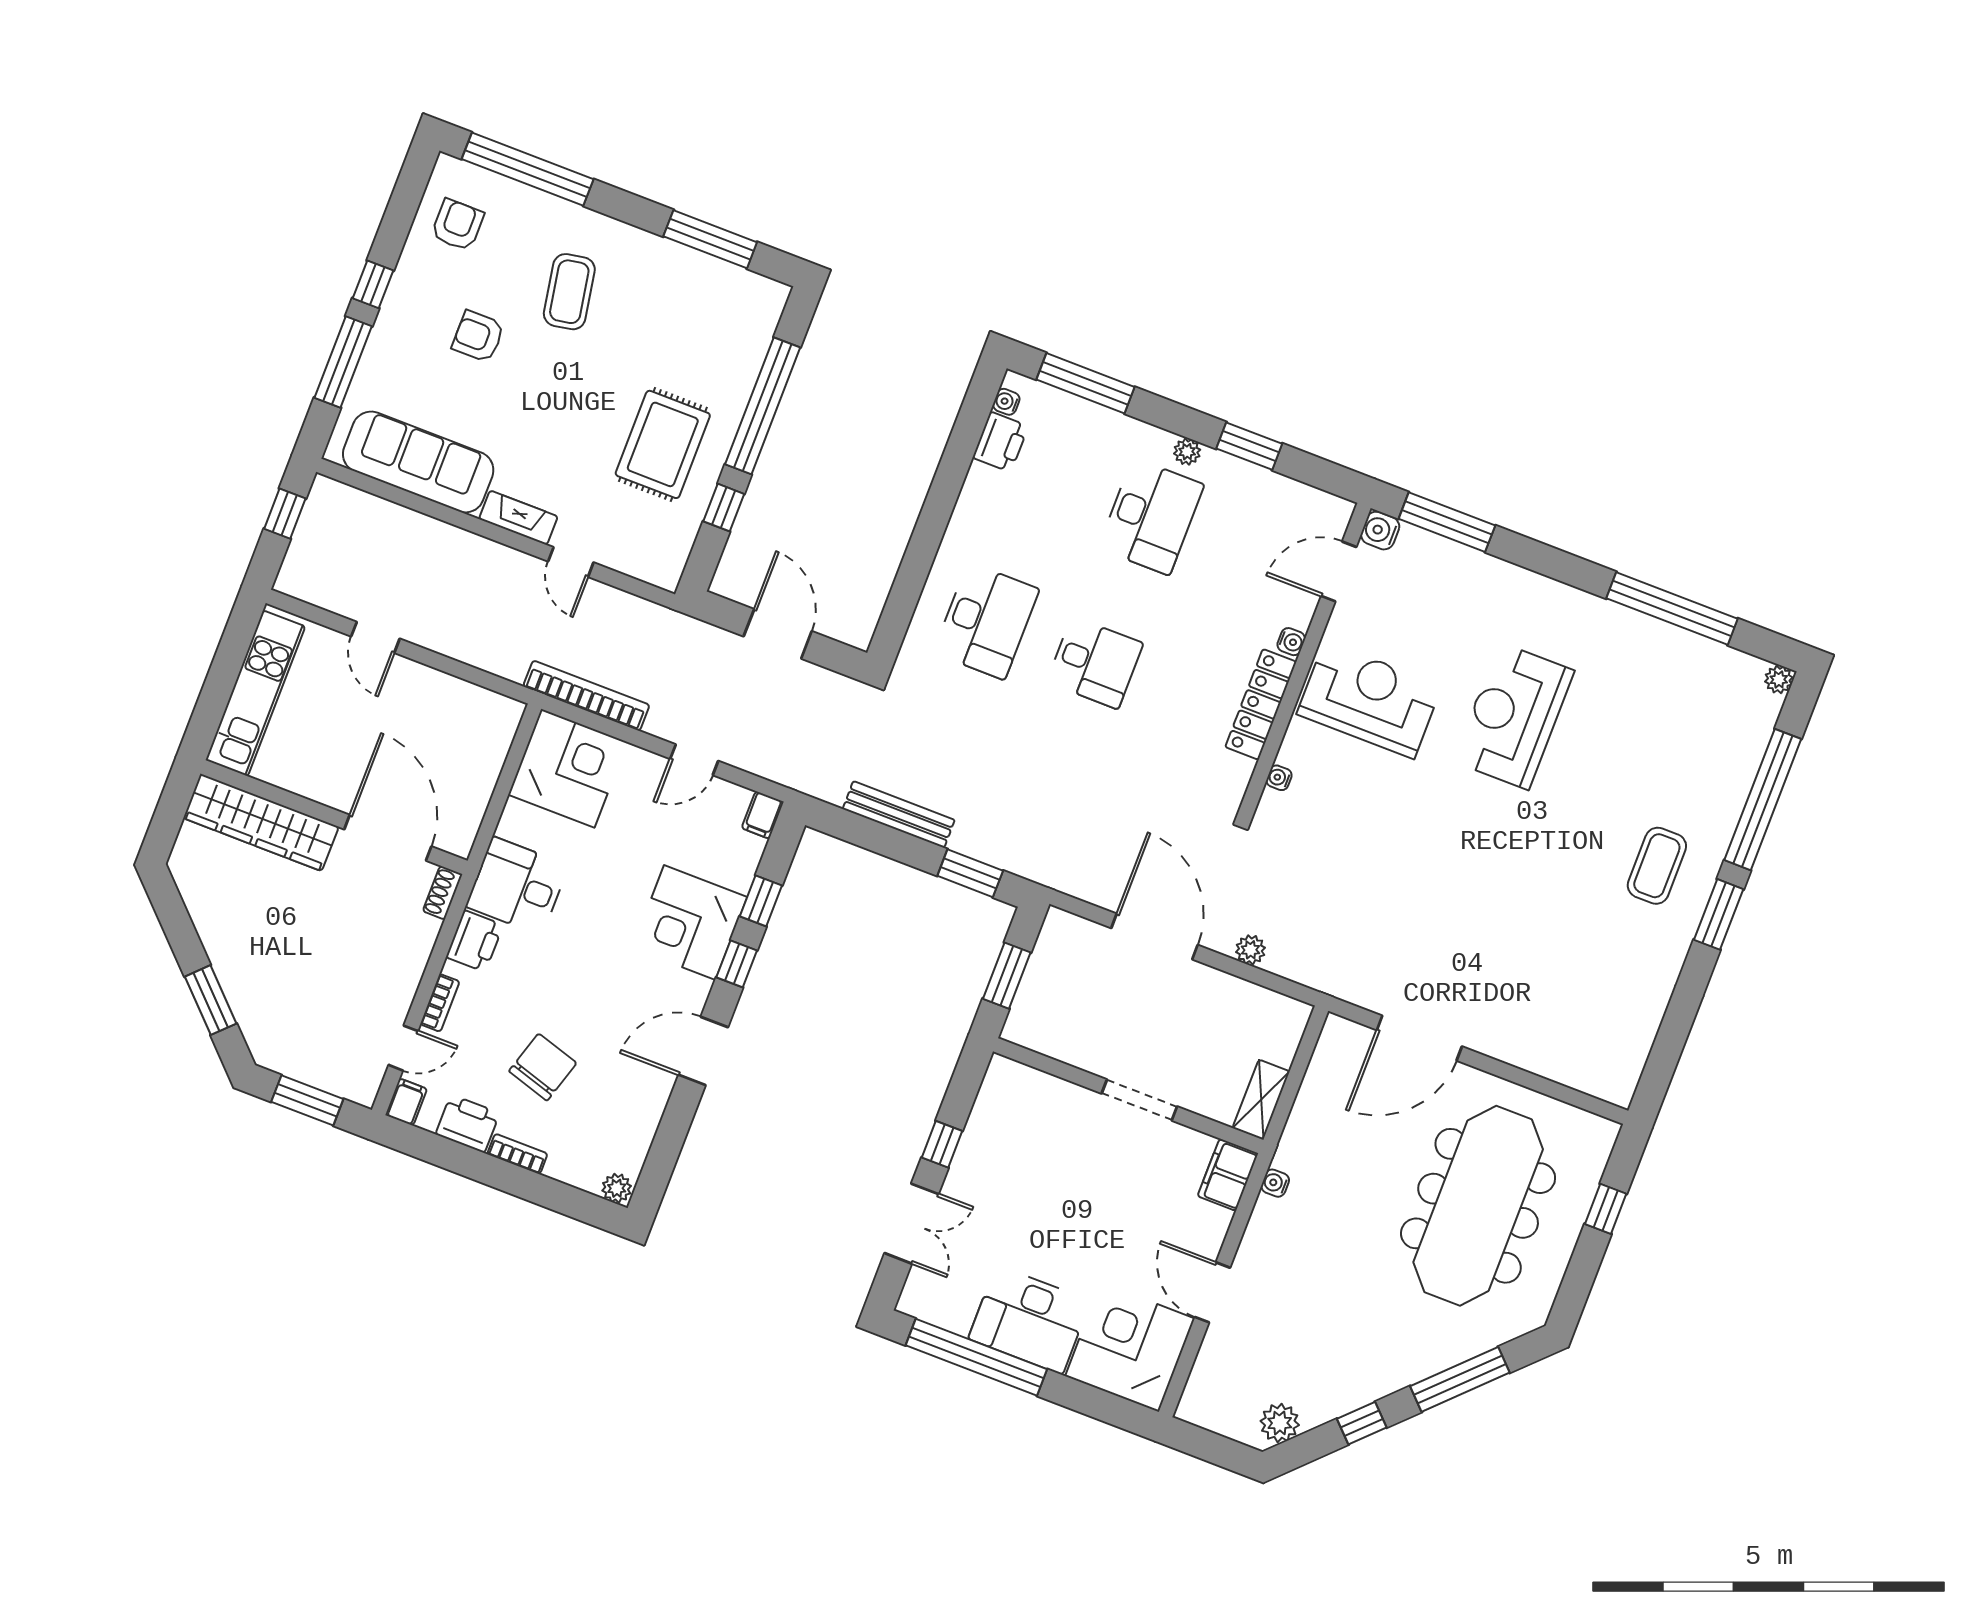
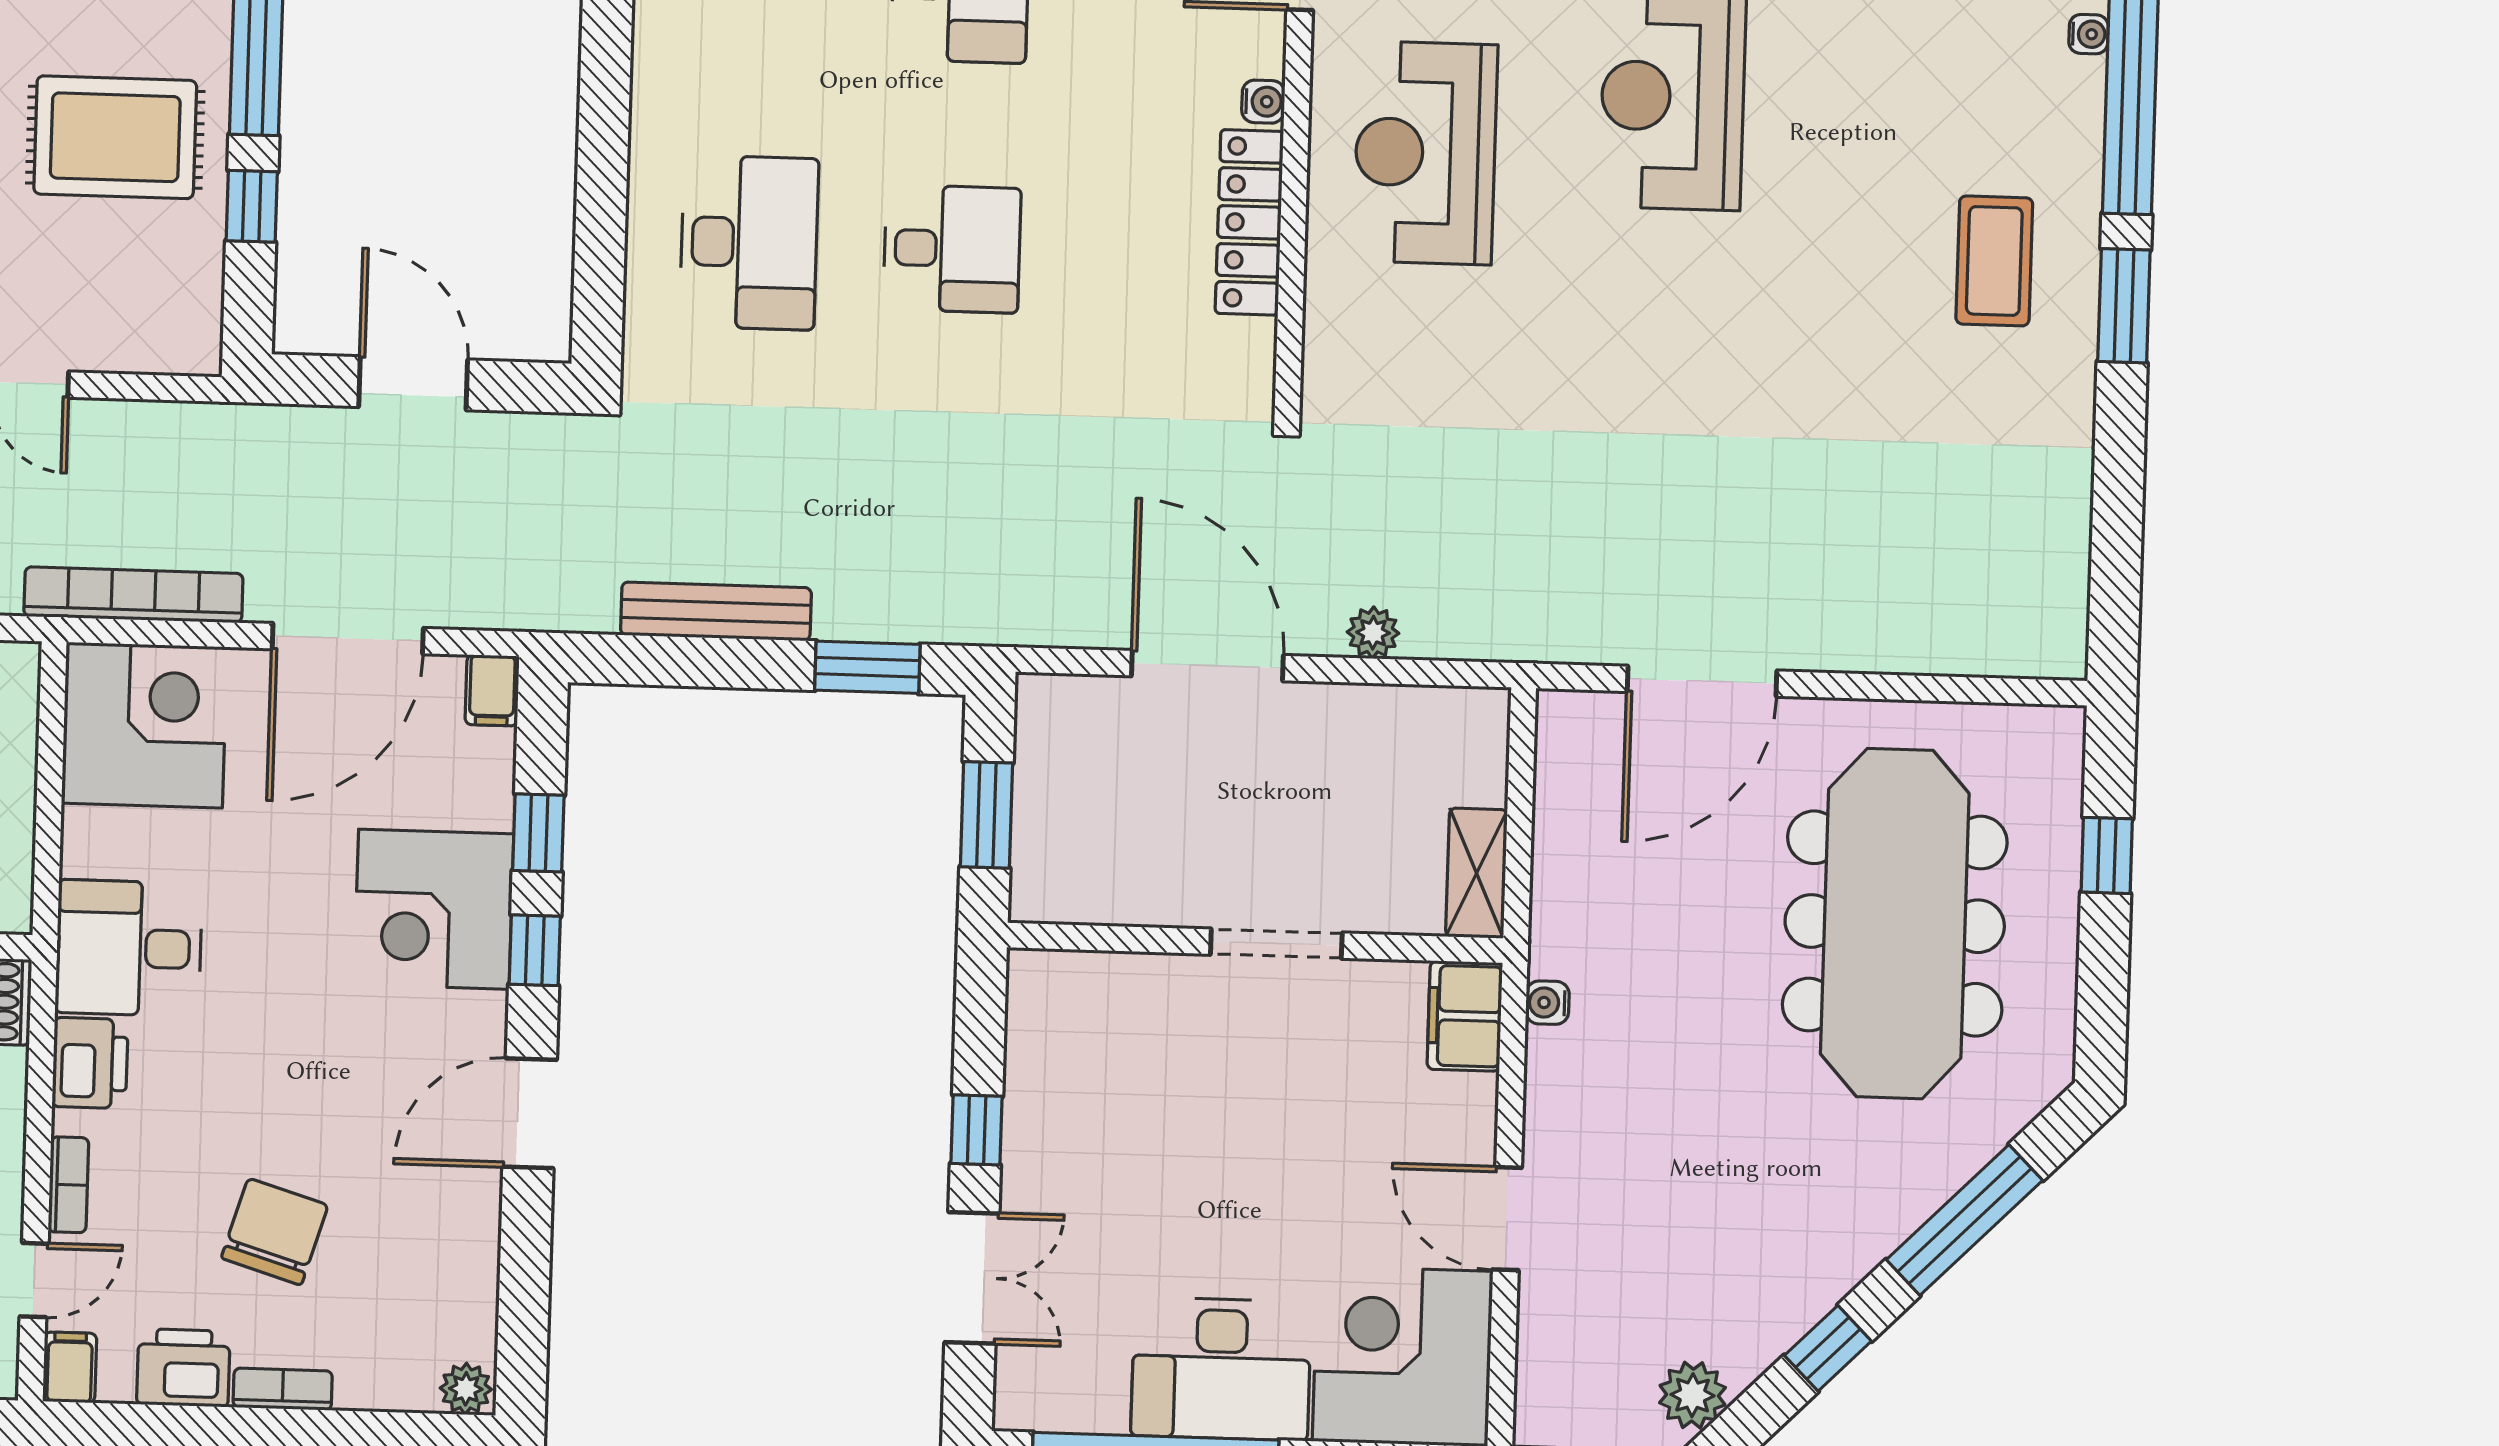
rug: (663, 444) -> (115, 137), turned 90
reception desk: (1369, 700) -> (1425, 153), turned -90
door: (694, 760) -> (348, 639), width x1.88
water cooler: (1279, 778) -> (2089, 34), moved, turned 180

